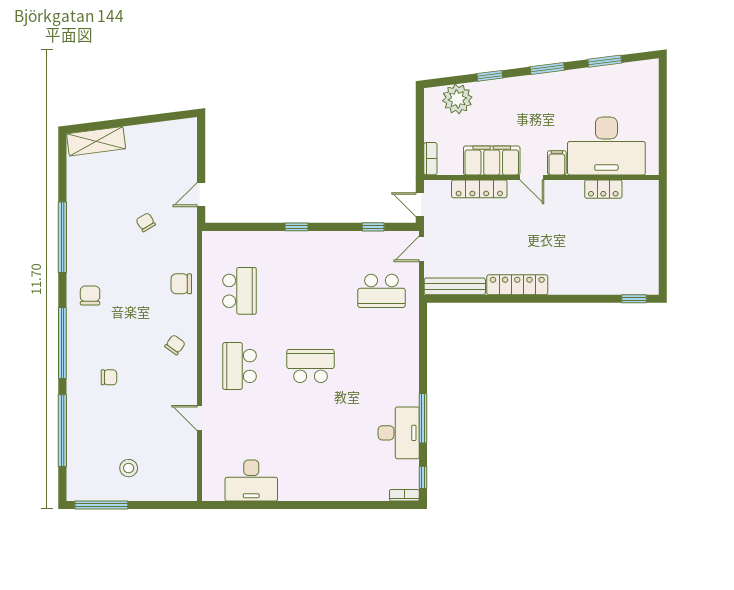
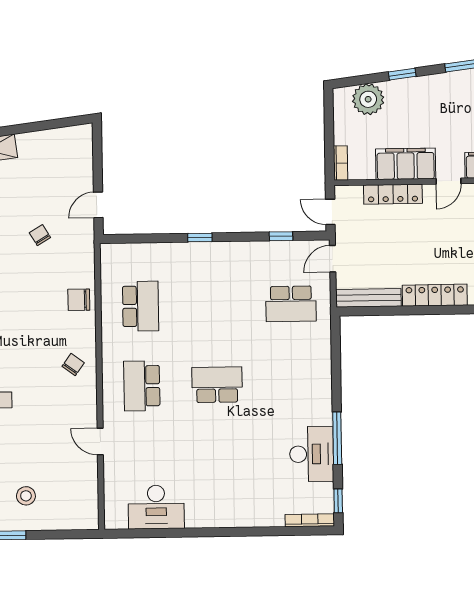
door: (532, 177) -> (448, 181), hinge flipped
bookcase: (404, 495) -> (310, 520), width x1.56

